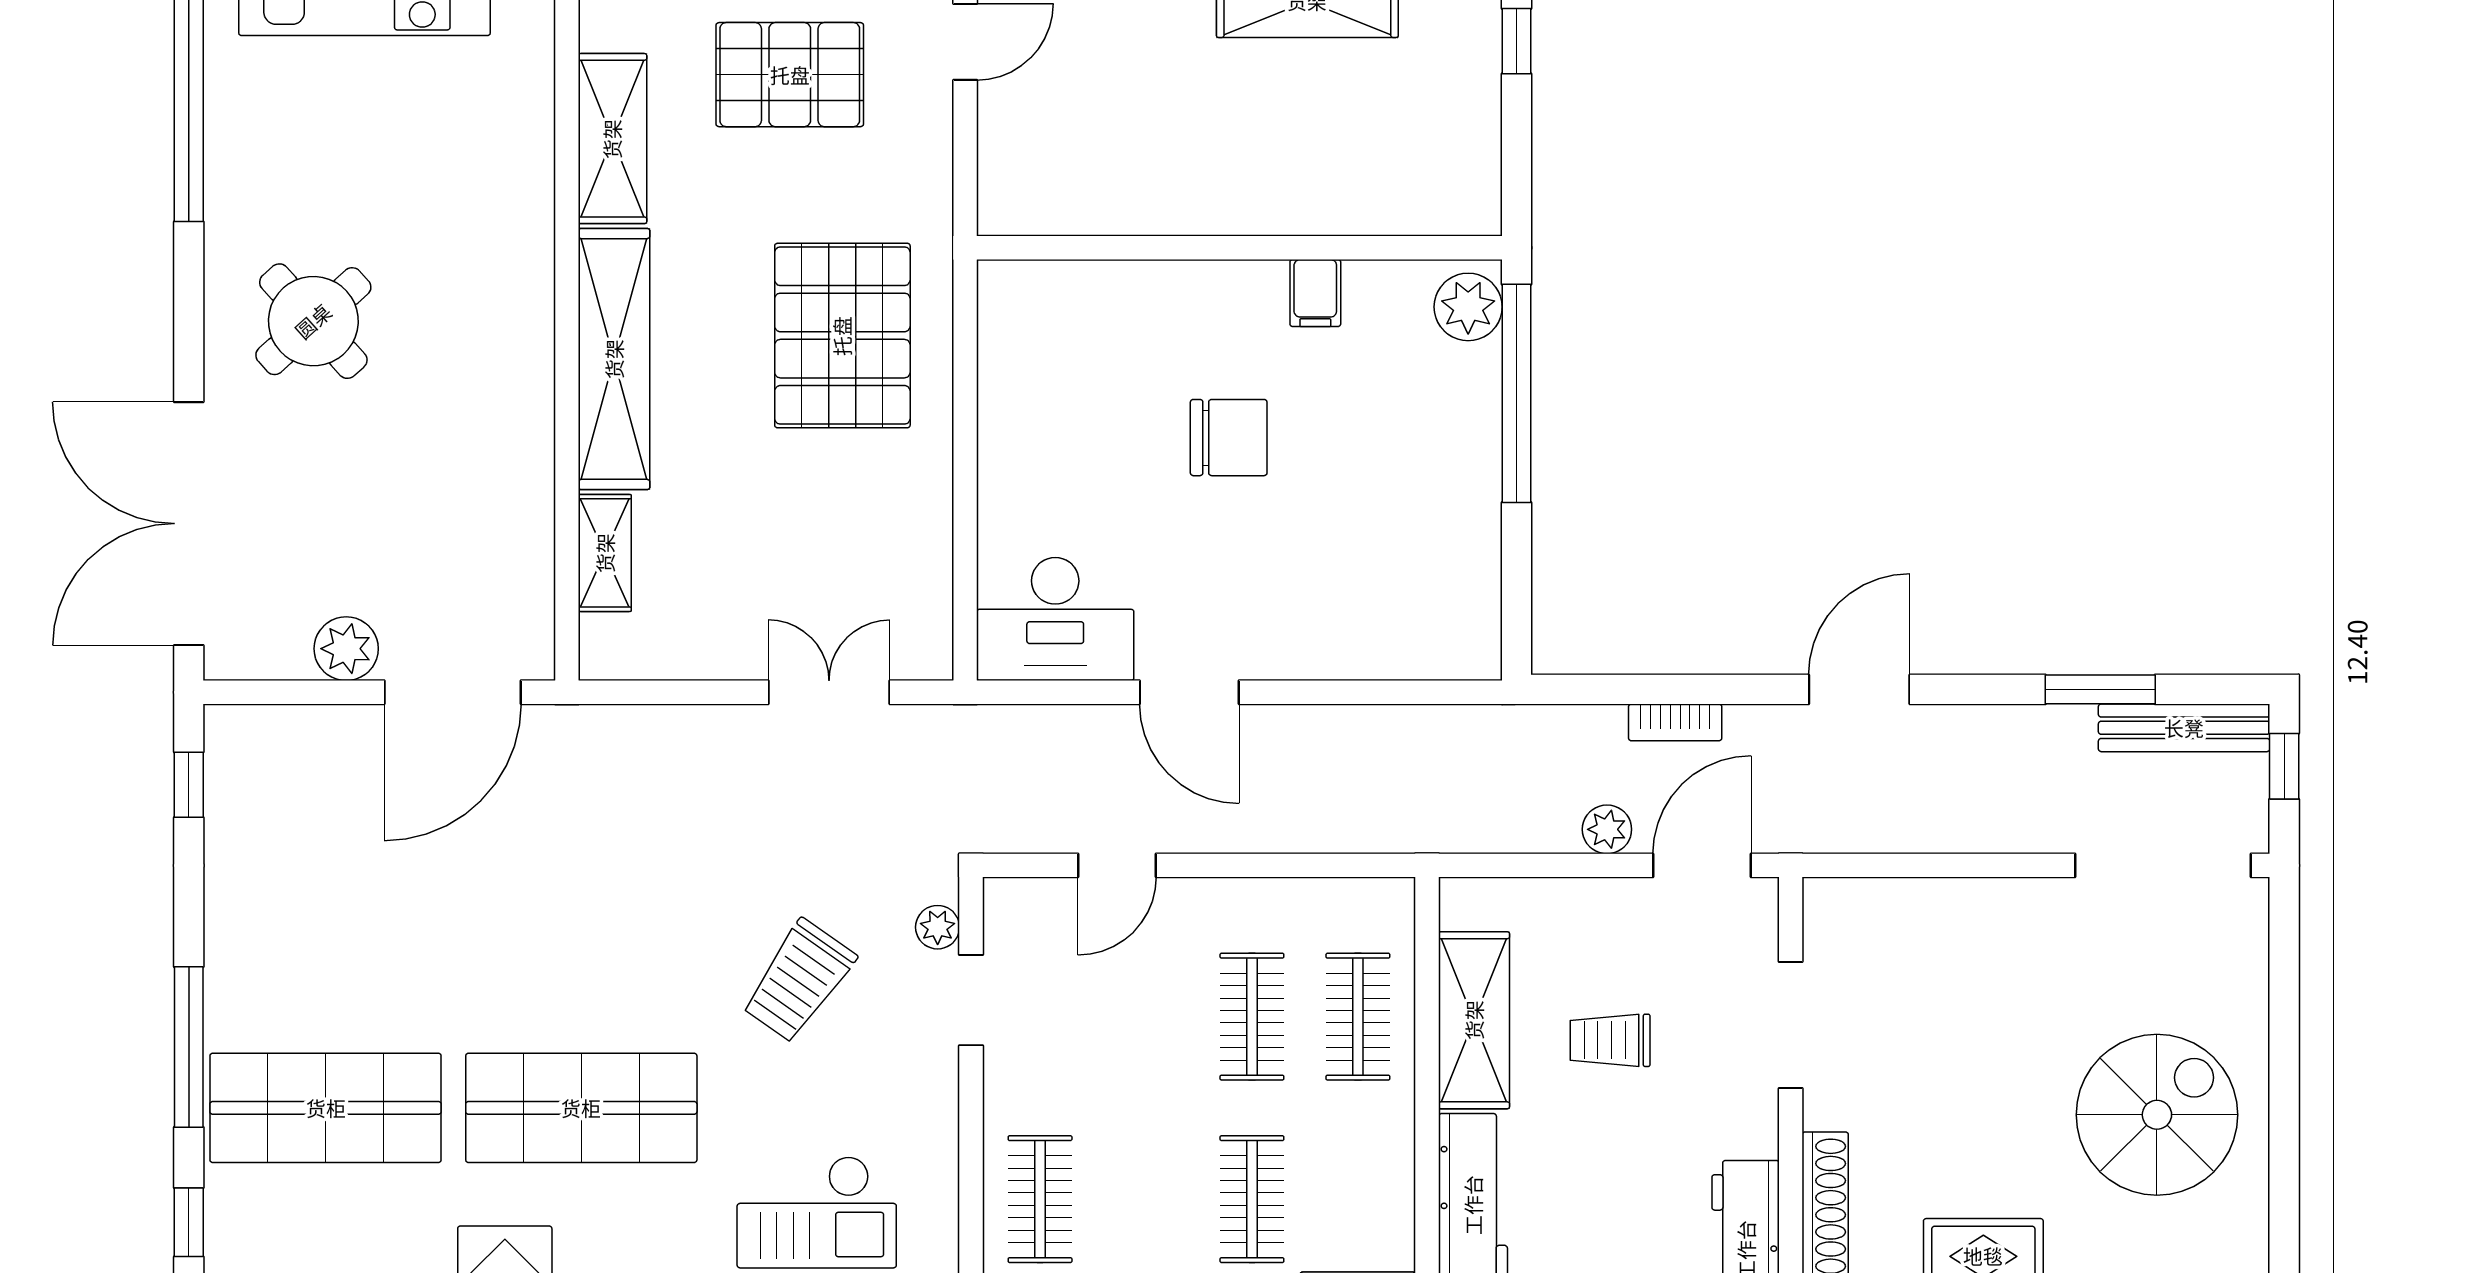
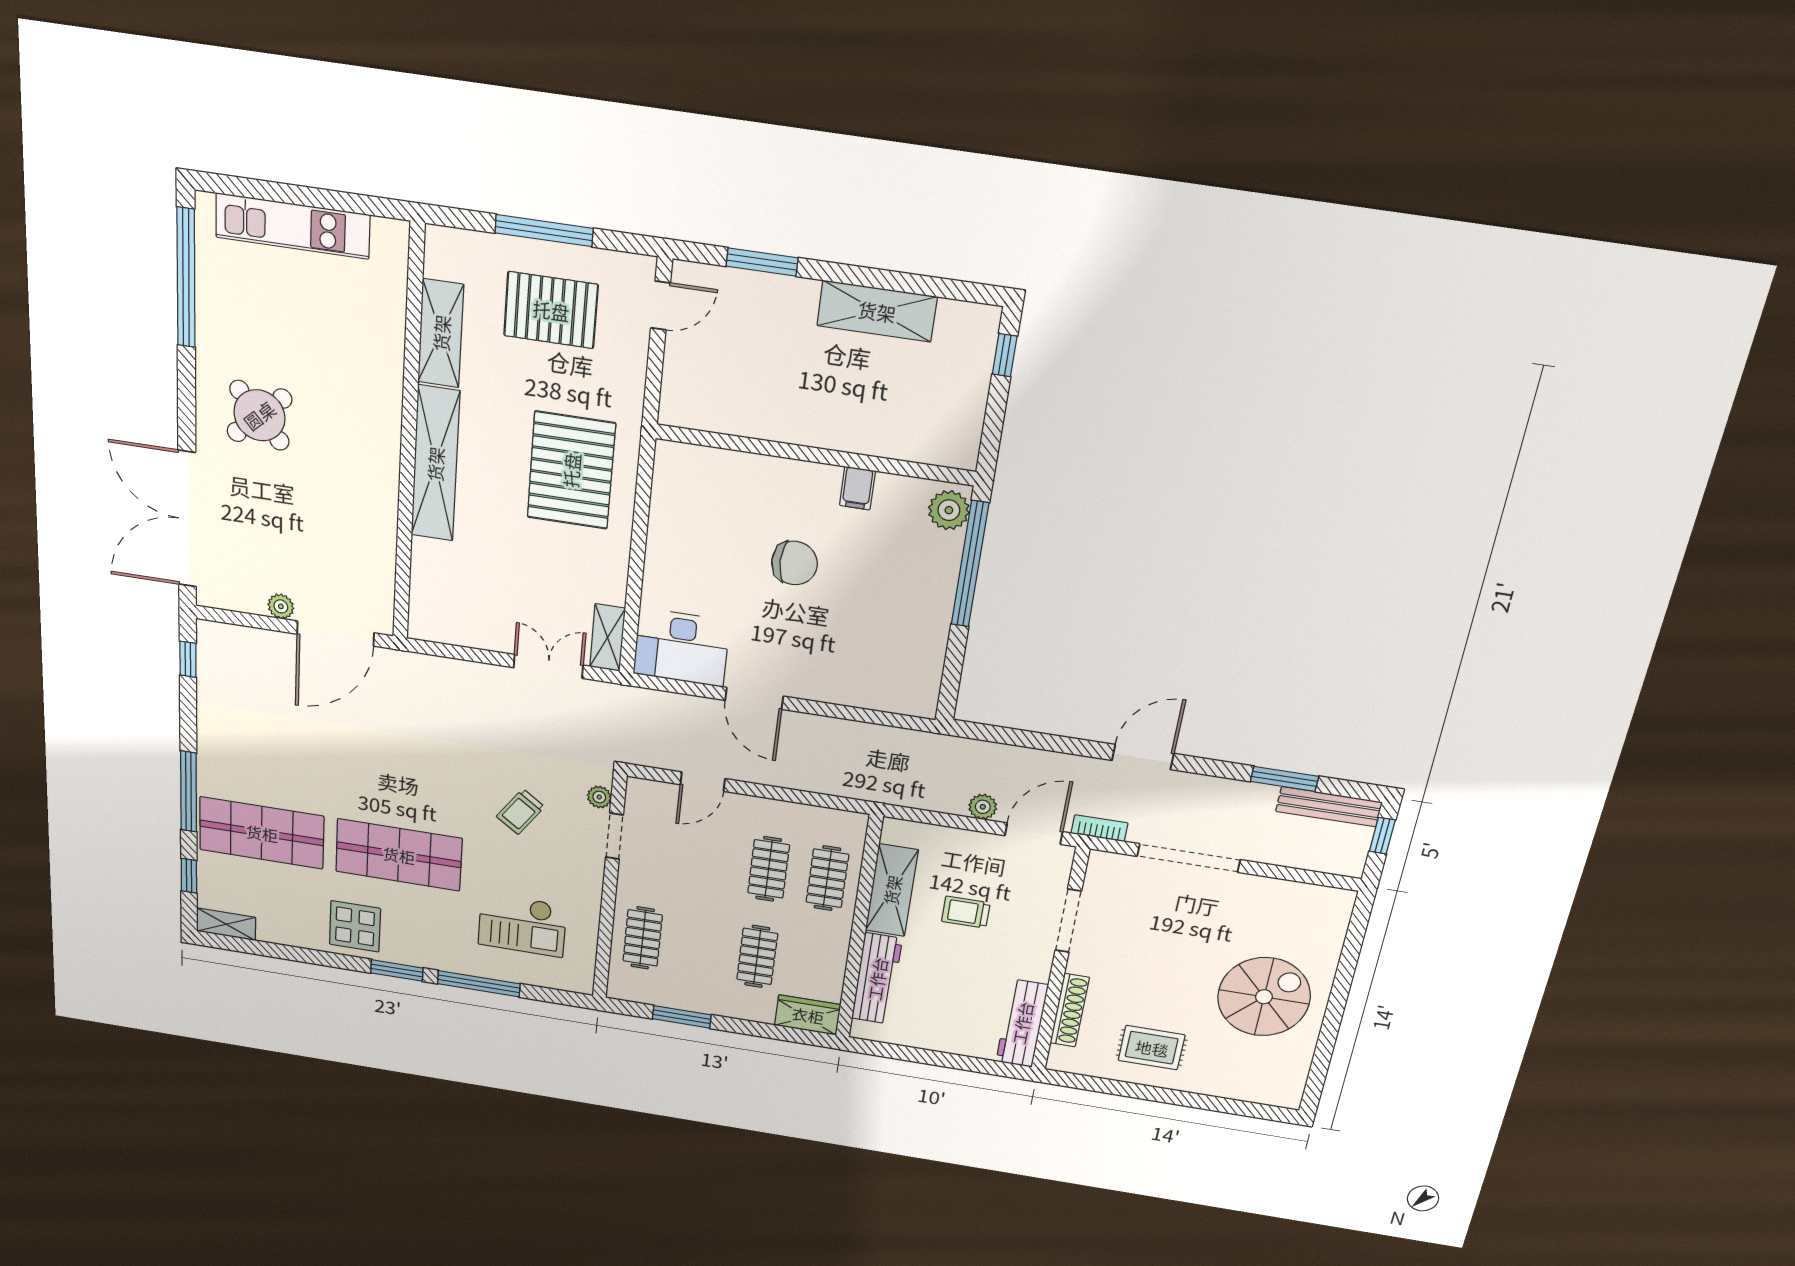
shelving: (605, 553) -> (608, 638), moved
plant: (346, 649) -> (281, 606), width x0.73, depth x0.73
bookcase: (1675, 722) -> (1099, 828), moved, turned 180
doorway: (2163, 865) -> (1189, 858), moved
trolley: (799, 981) -> (520, 812), width x0.73, depth x0.72

